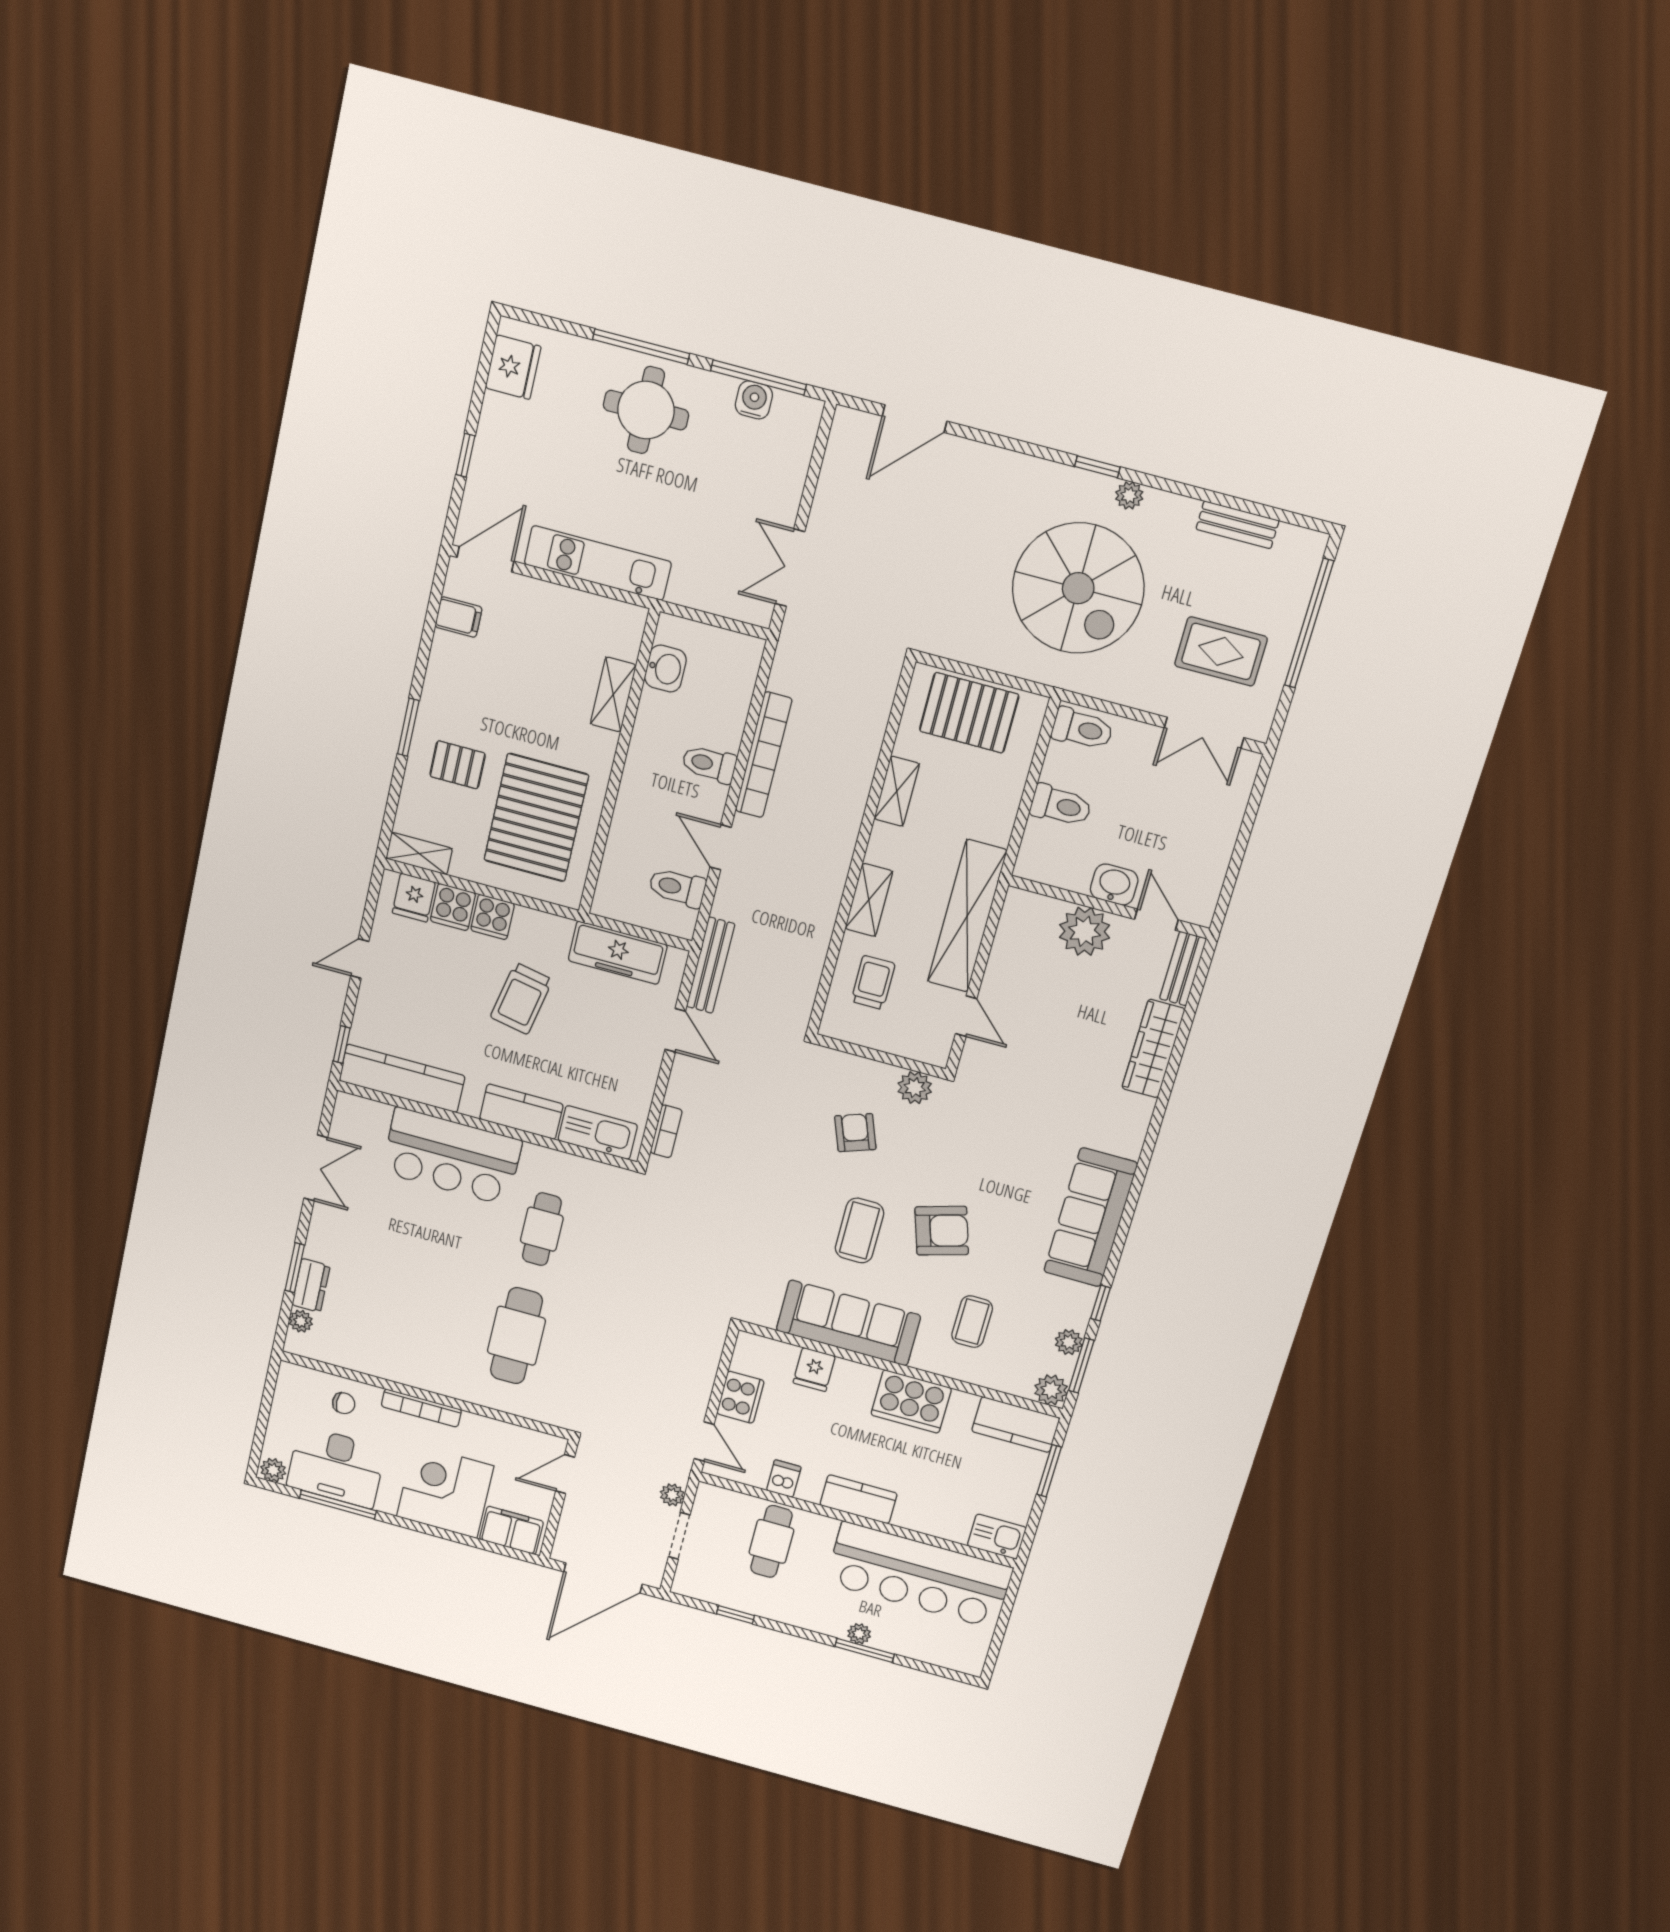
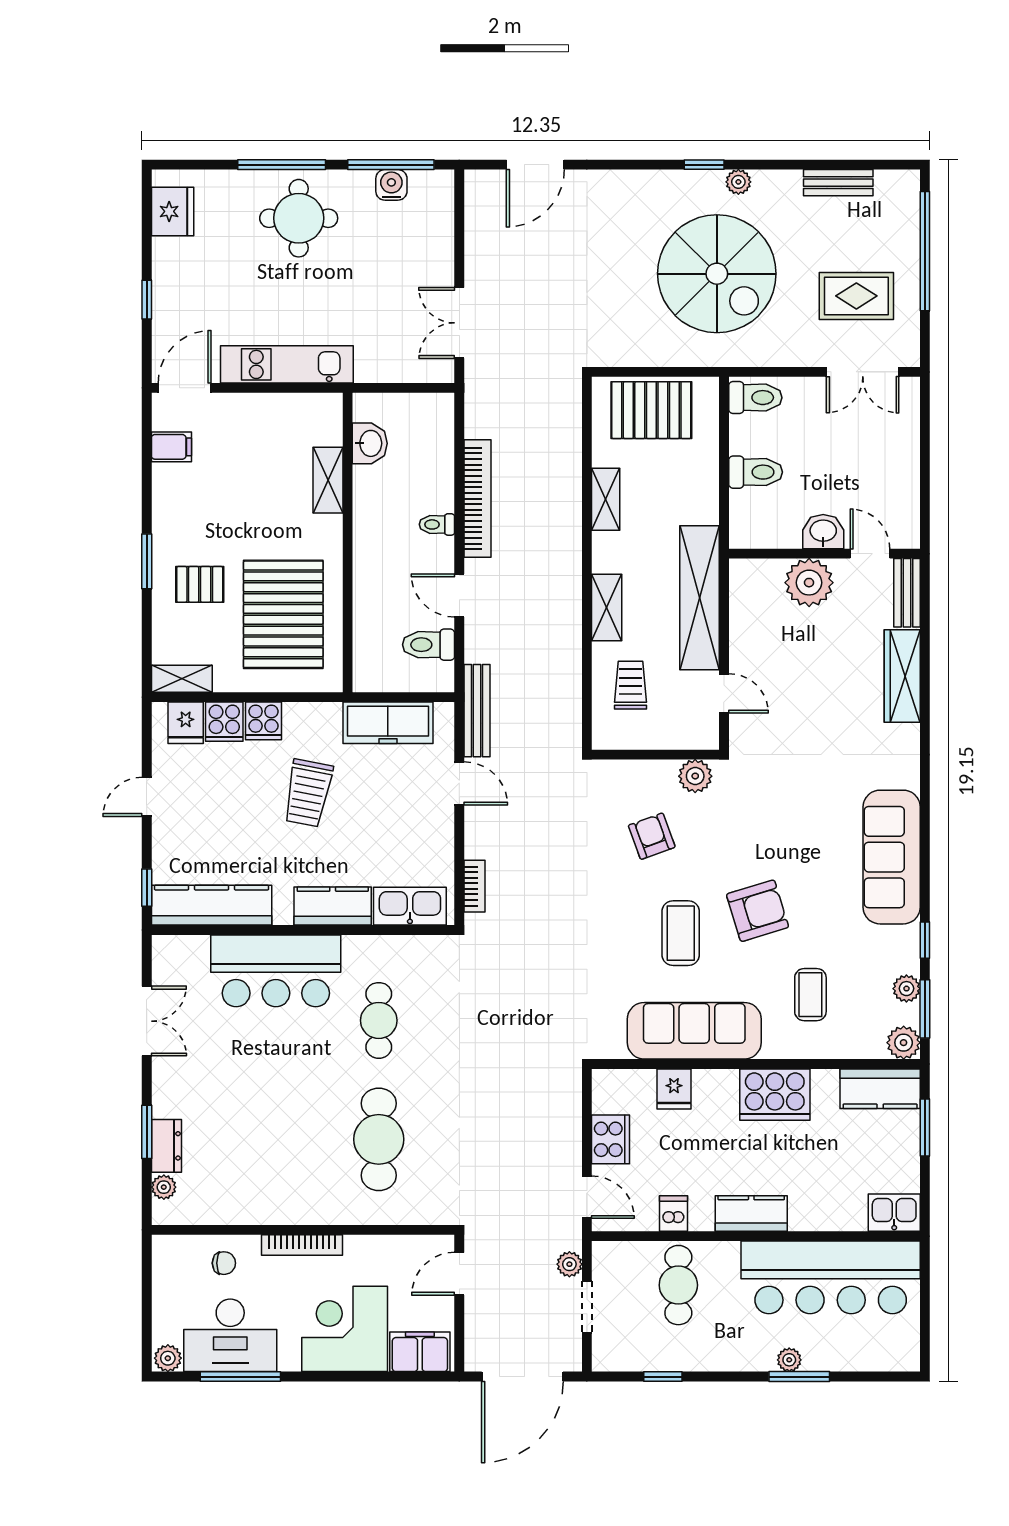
toilet: (709, 764) -> (437, 524), width x0.73, depth x0.72

